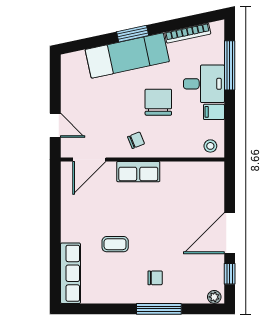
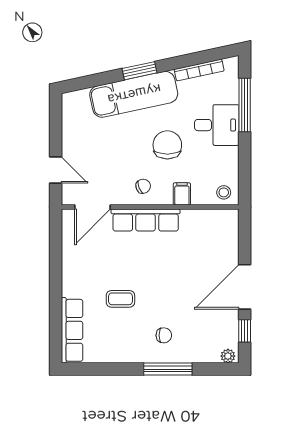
filing cabinet: (214, 112) -> (182, 194), moved, turned 90
row of seats: (138, 172) -> (146, 220), width x1.48

